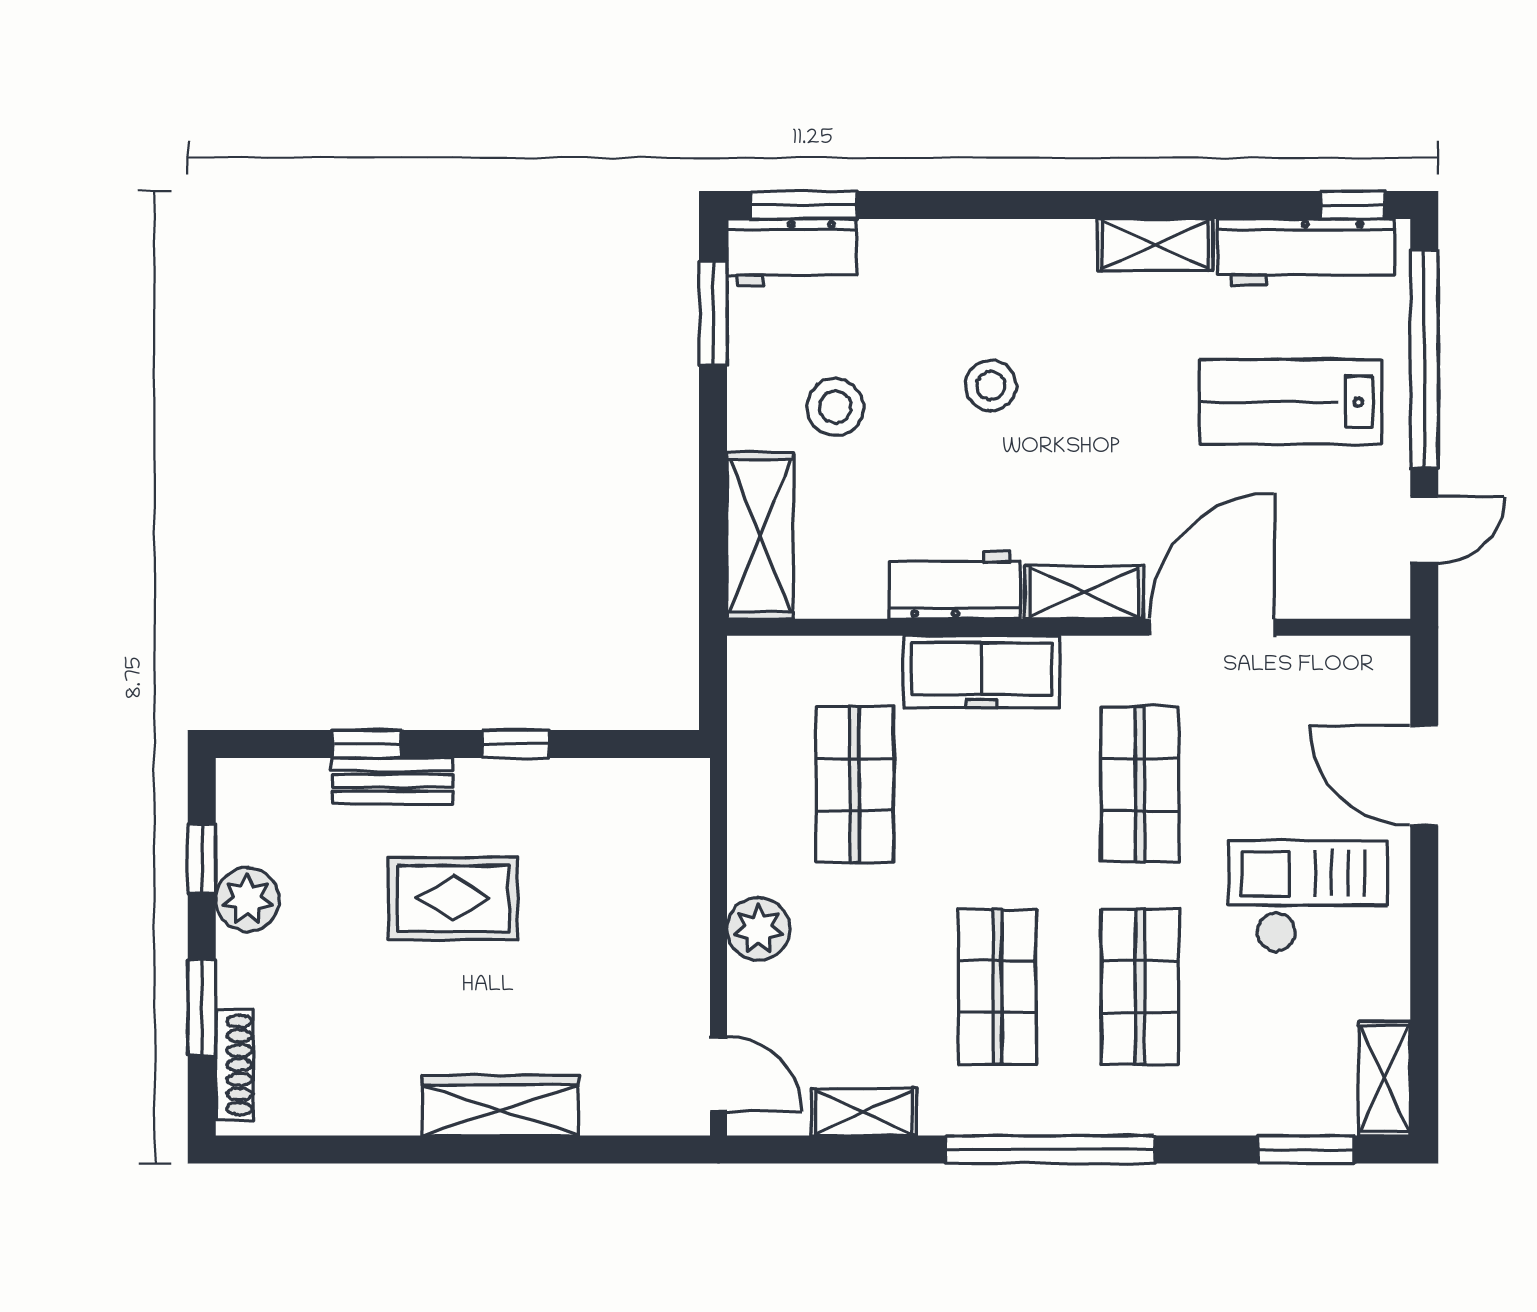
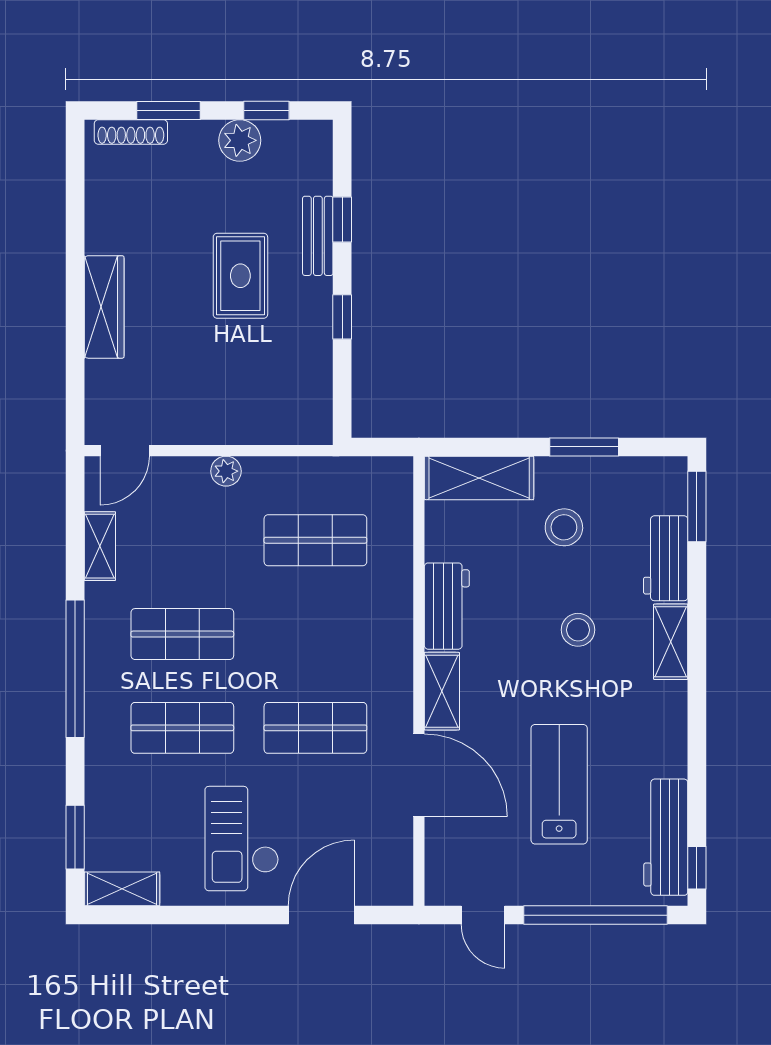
shelving: (1155, 245) -> (671, 642), moved
workbench: (792, 252) -> (666, 558), moved
window: (713, 313) -> (584, 447), moved
lab bench: (1291, 402) -> (559, 784), moved
freezer: (981, 672) -> (390, 624), removed
checkout: (1308, 896) -> (242, 839), turned 180
plant: (758, 929) -> (226, 471), width x0.73, depth x0.73

